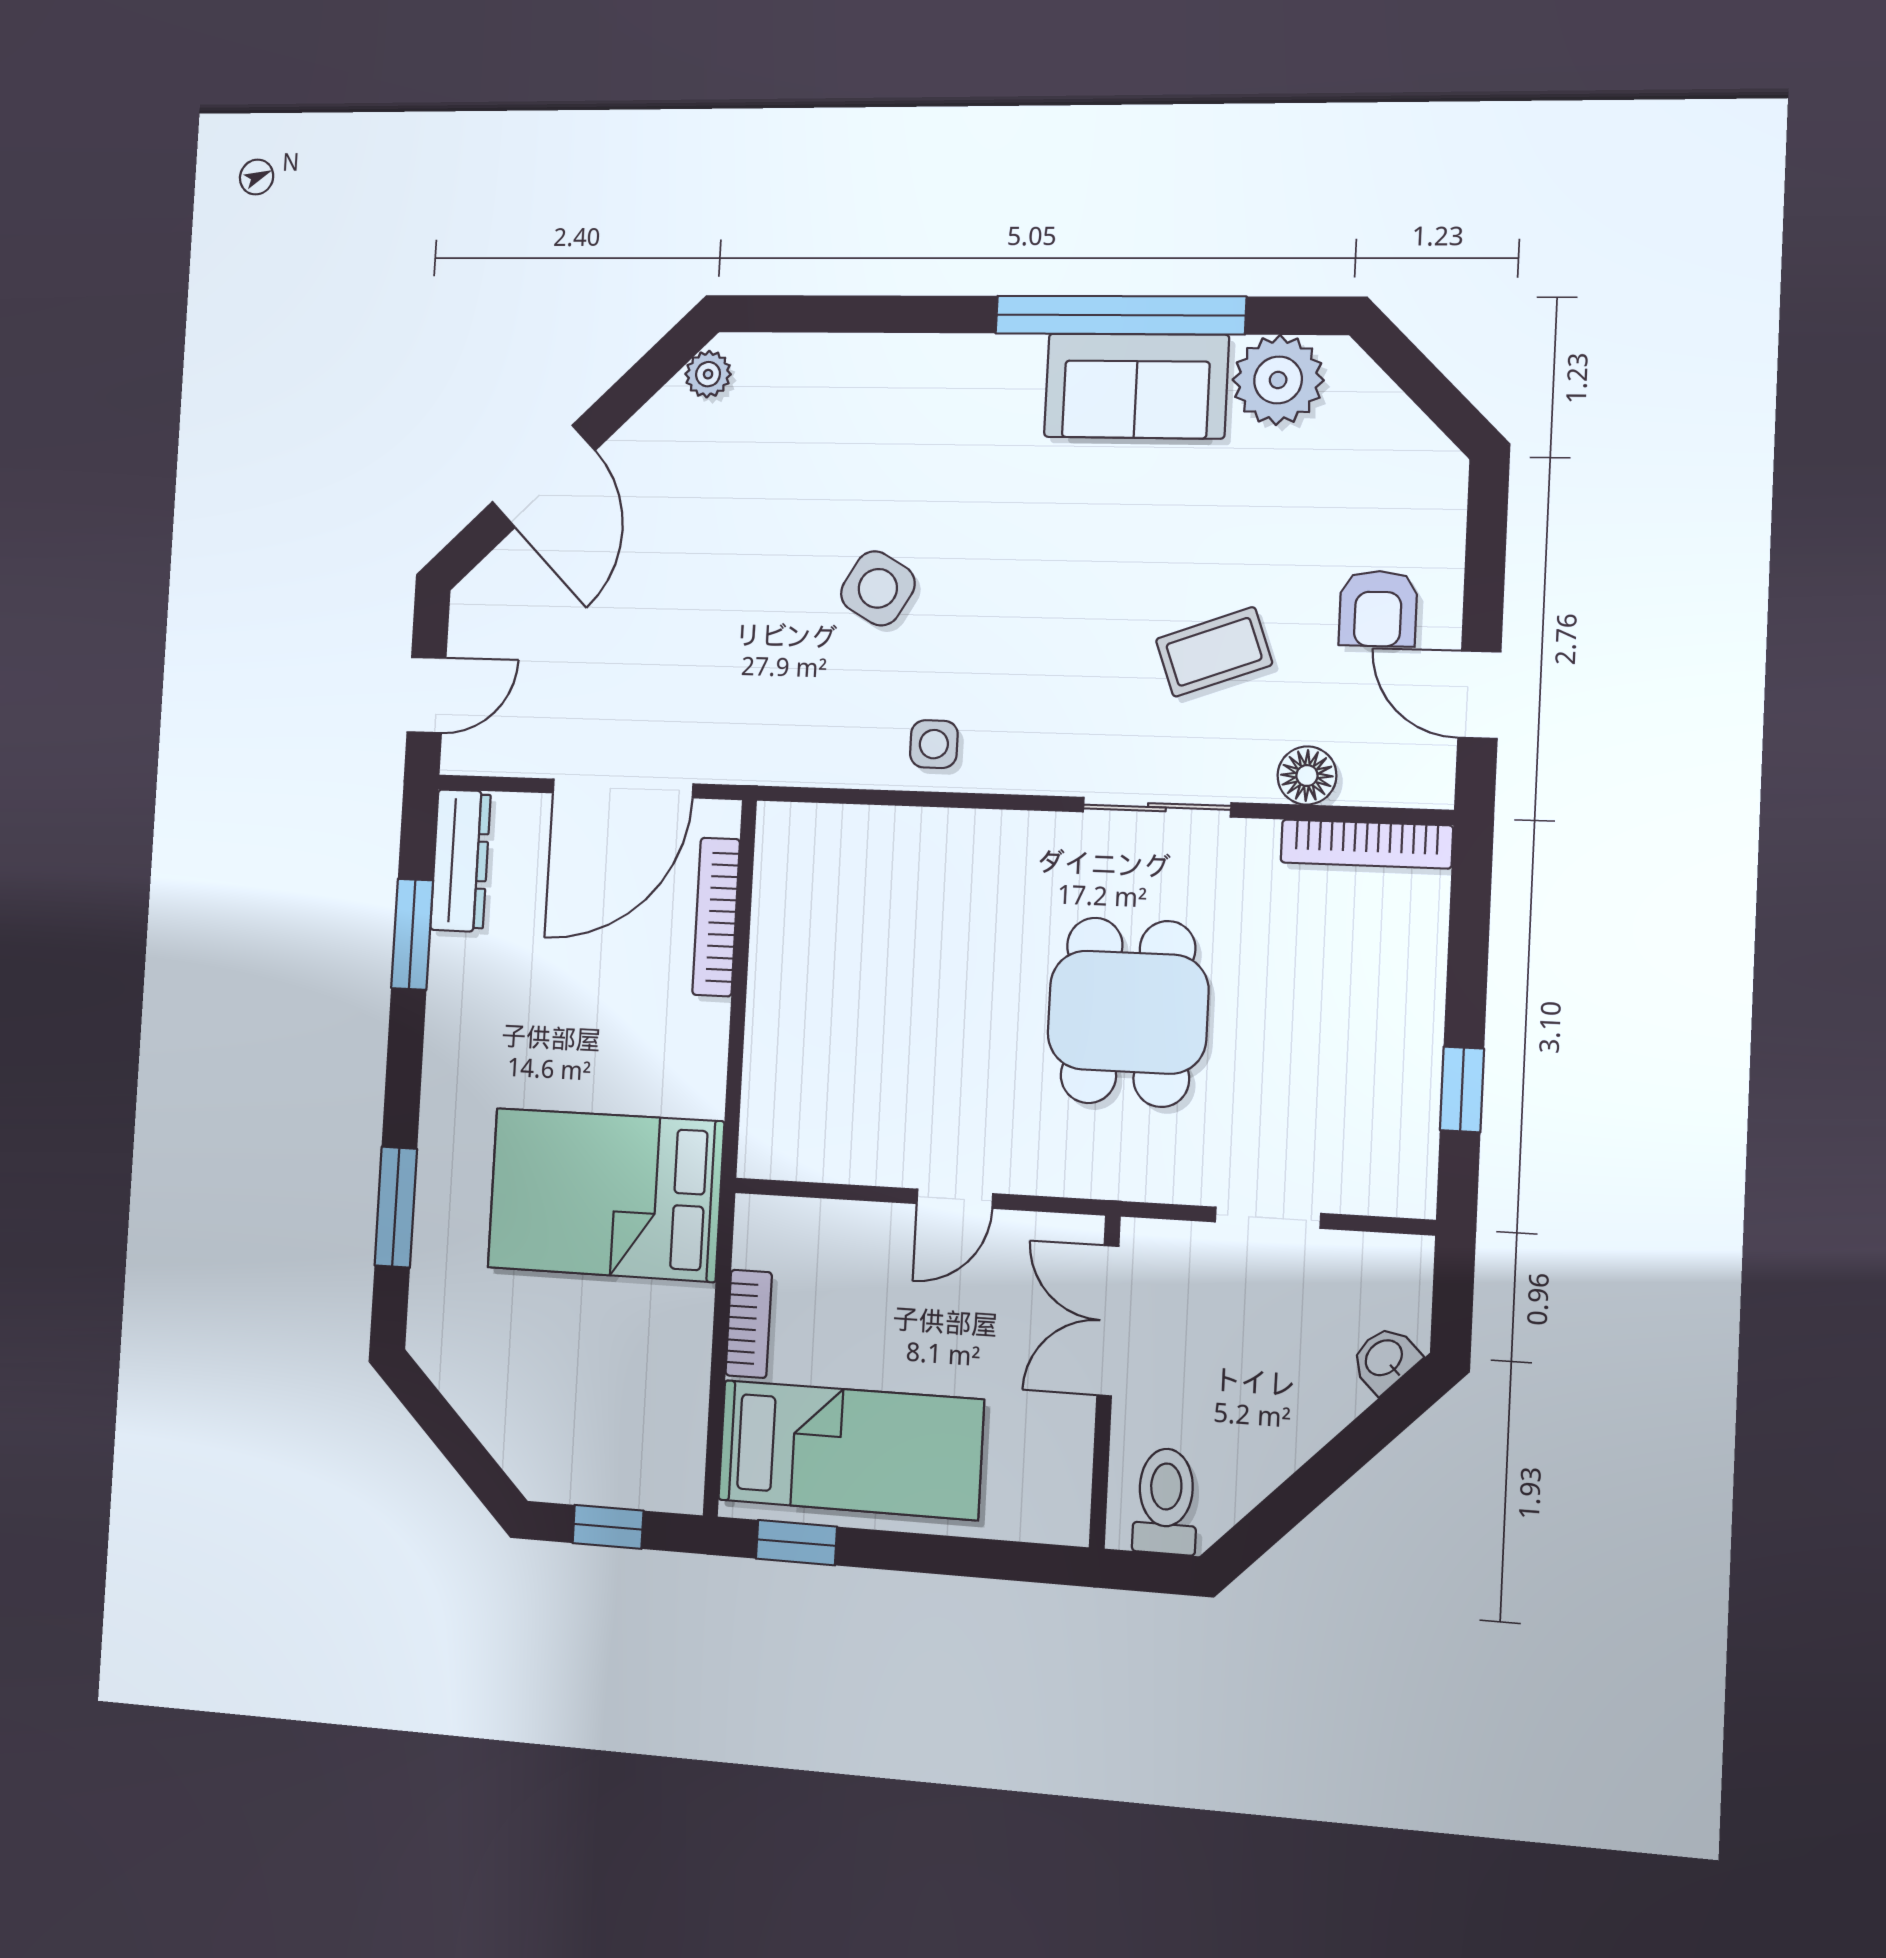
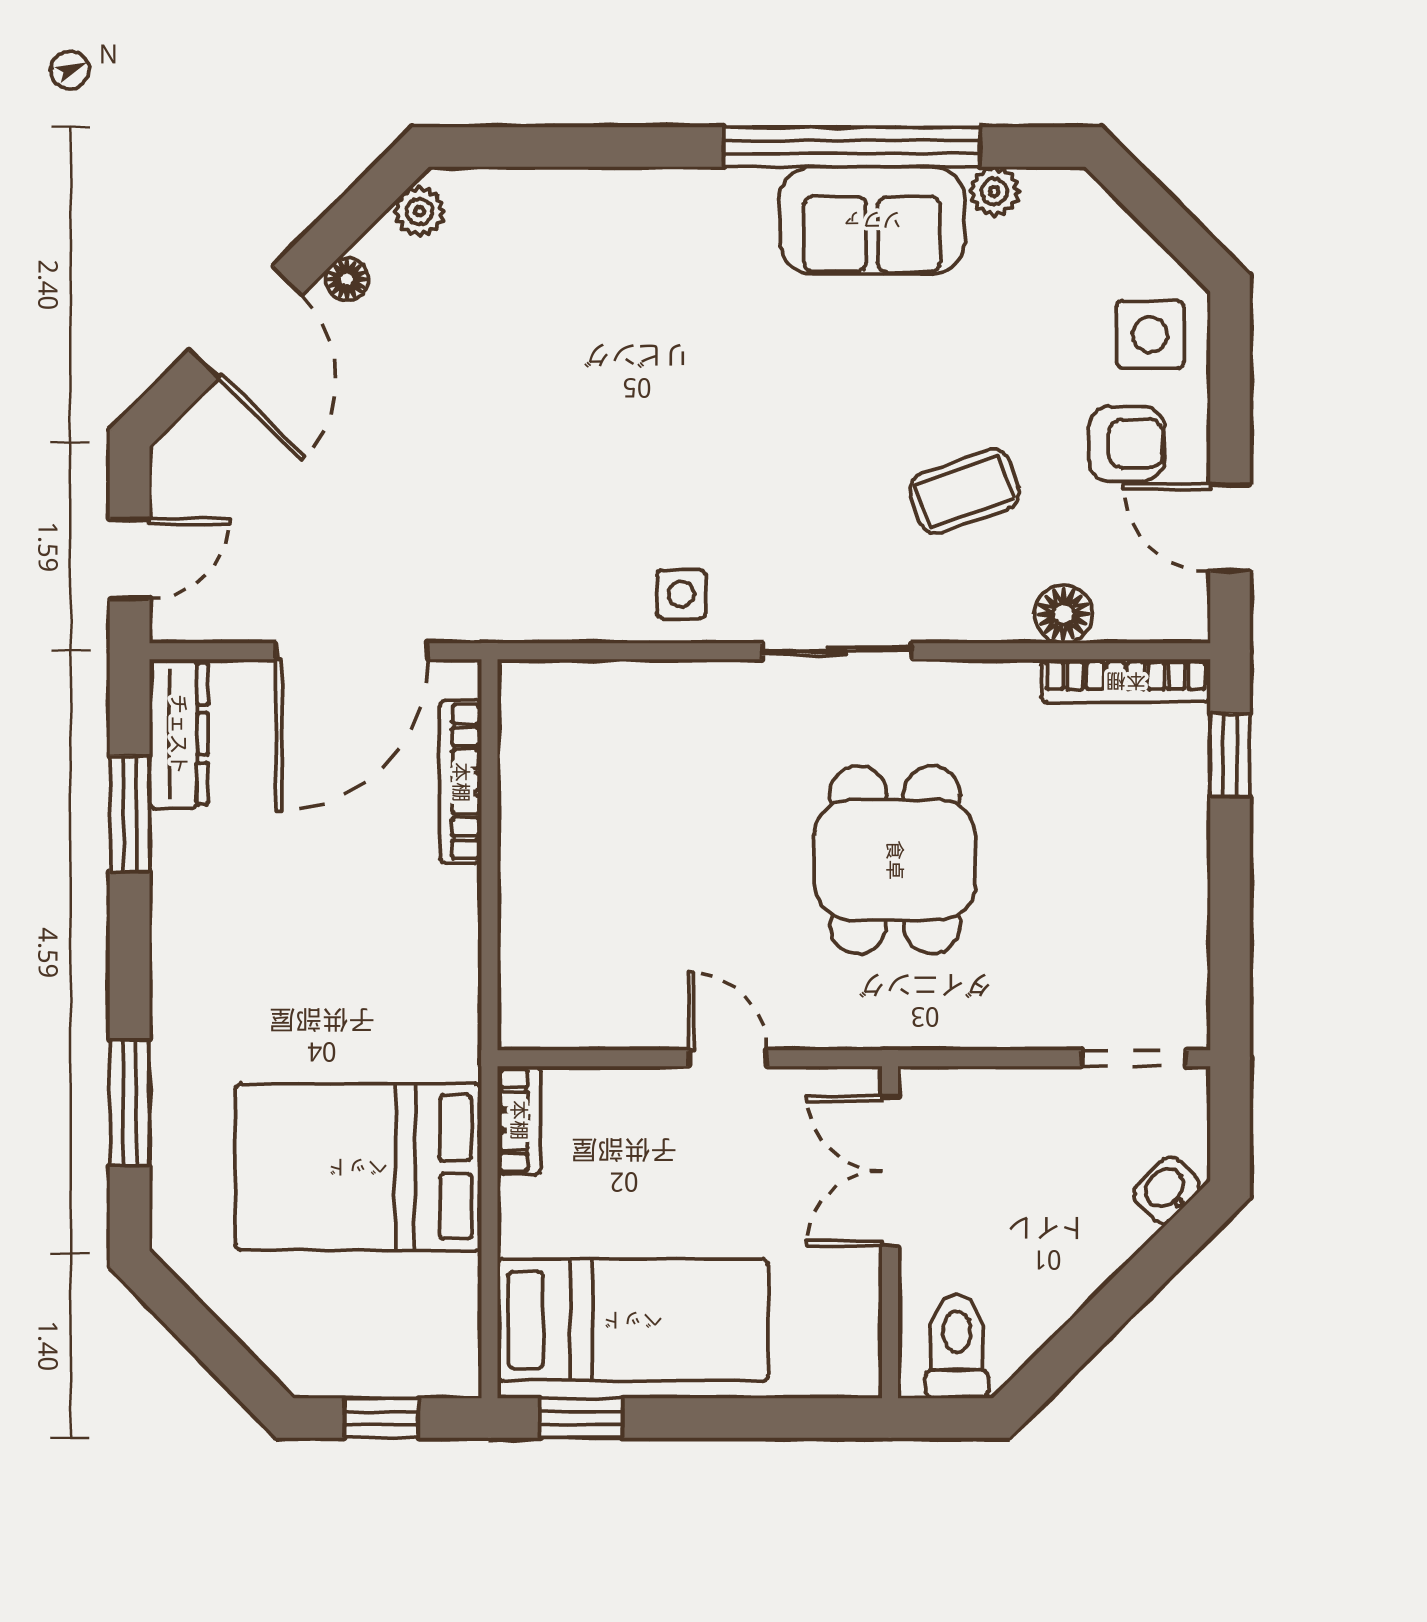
plant: (1278, 380) -> (994, 191), width x0.53, depth x0.53
floor lamp: (638, 437) -> (347, 279), added
side table: (878, 588) -> (1150, 335), moved, turned -30
armchair: (1378, 609) -> (1127, 444), turned -90
sliding door: (1157, 807) -> (837, 651), moved
window: (1462, 1089) -> (1230, 755), moved
bed: (605, 1195) -> (358, 1167), moved
door: (955, 1199) -> (727, 1058), swing flipped
doorway: (1268, 1218) -> (1134, 1058), moved
bookcase: (749, 1324) -> (519, 1120), moved

